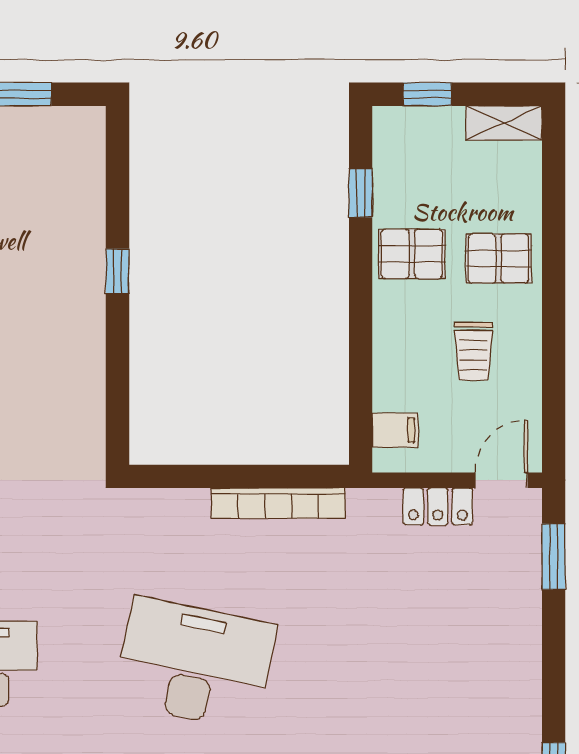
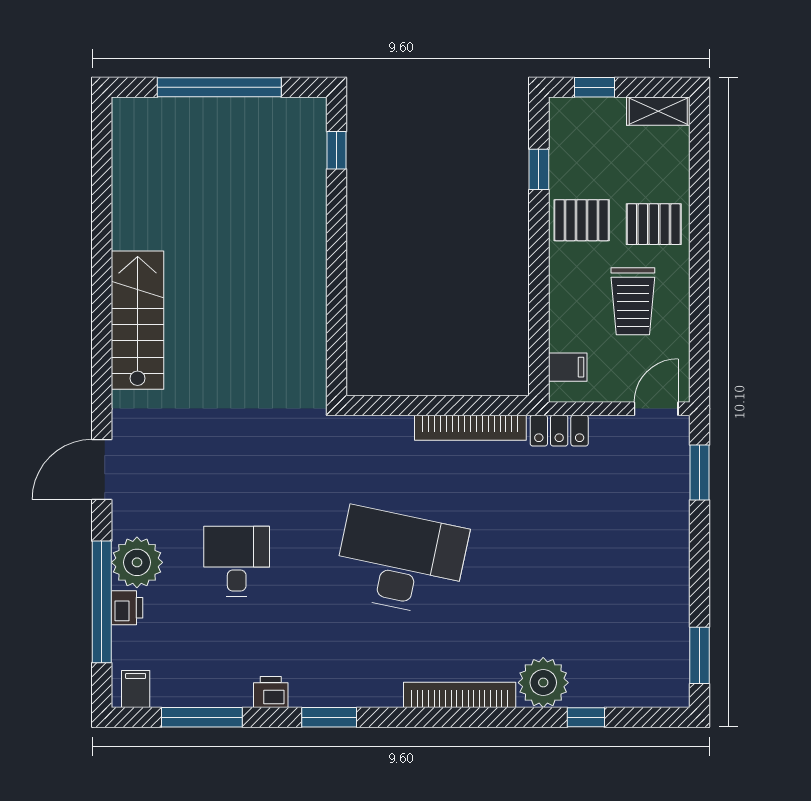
window: (117, 271) -> (336, 150), moved
trolley: (473, 351) -> (633, 301), width x1.36, depth x1.39
locker: (438, 506) -> (559, 431), moved

